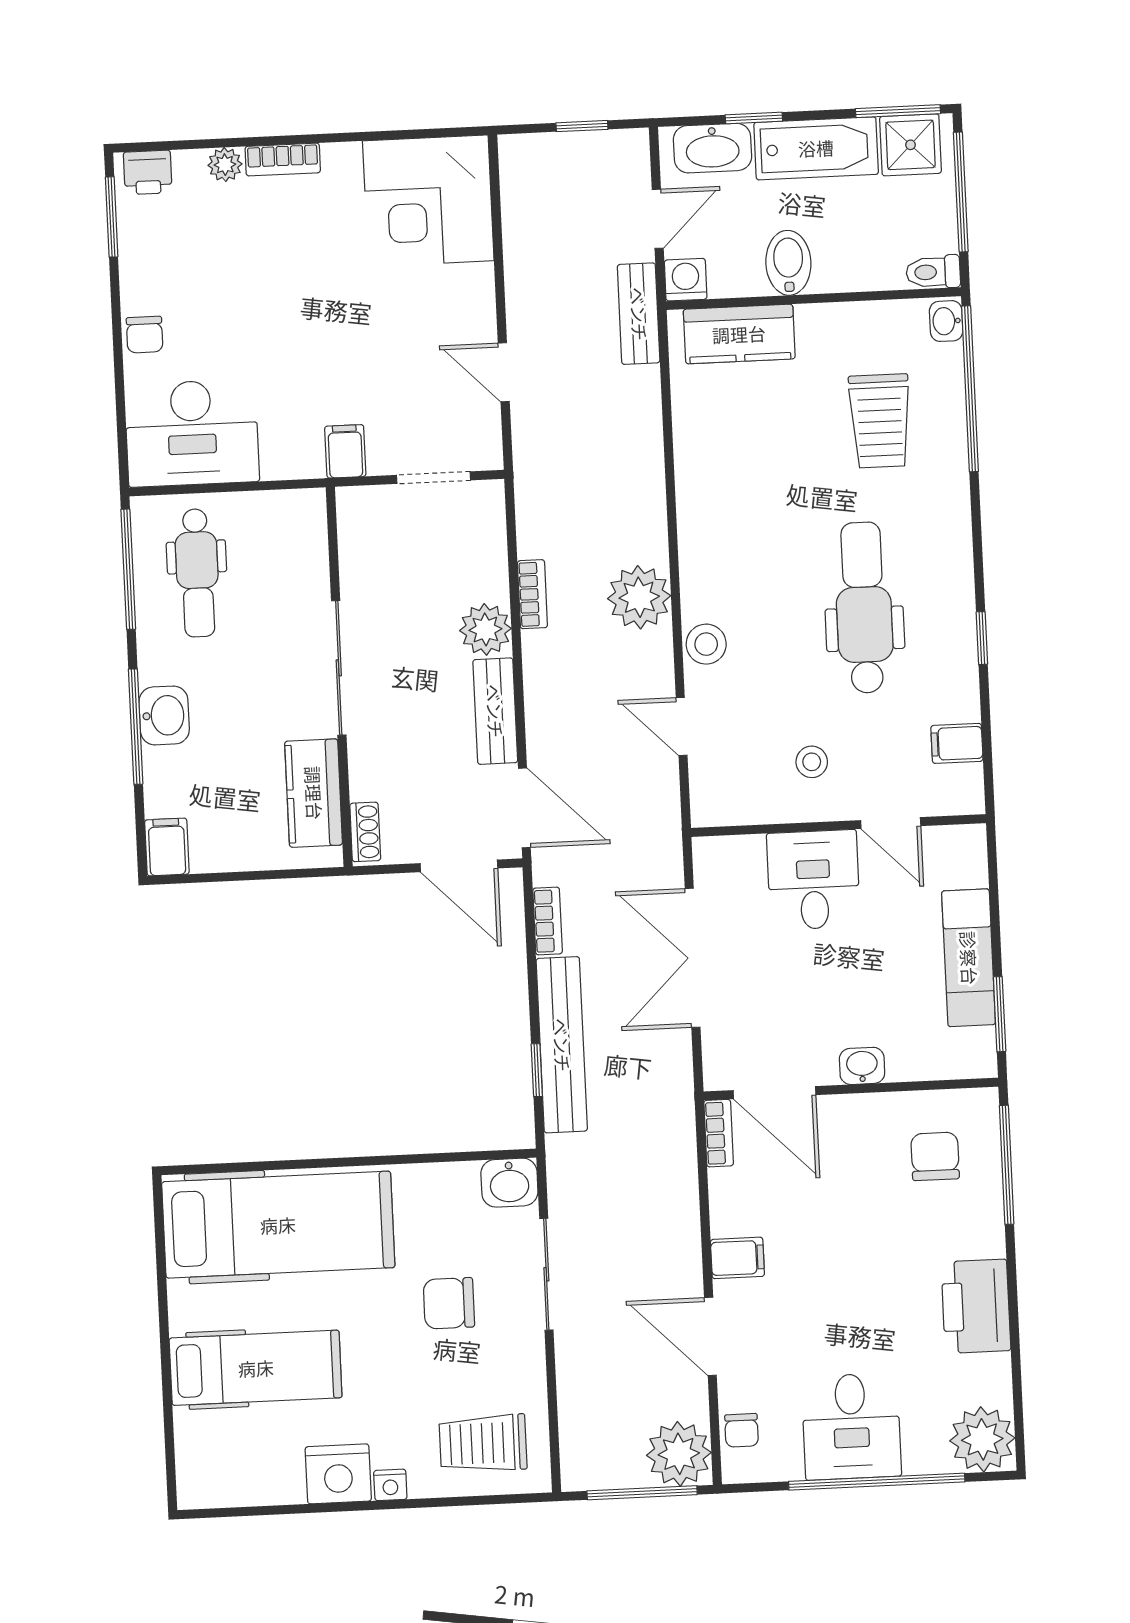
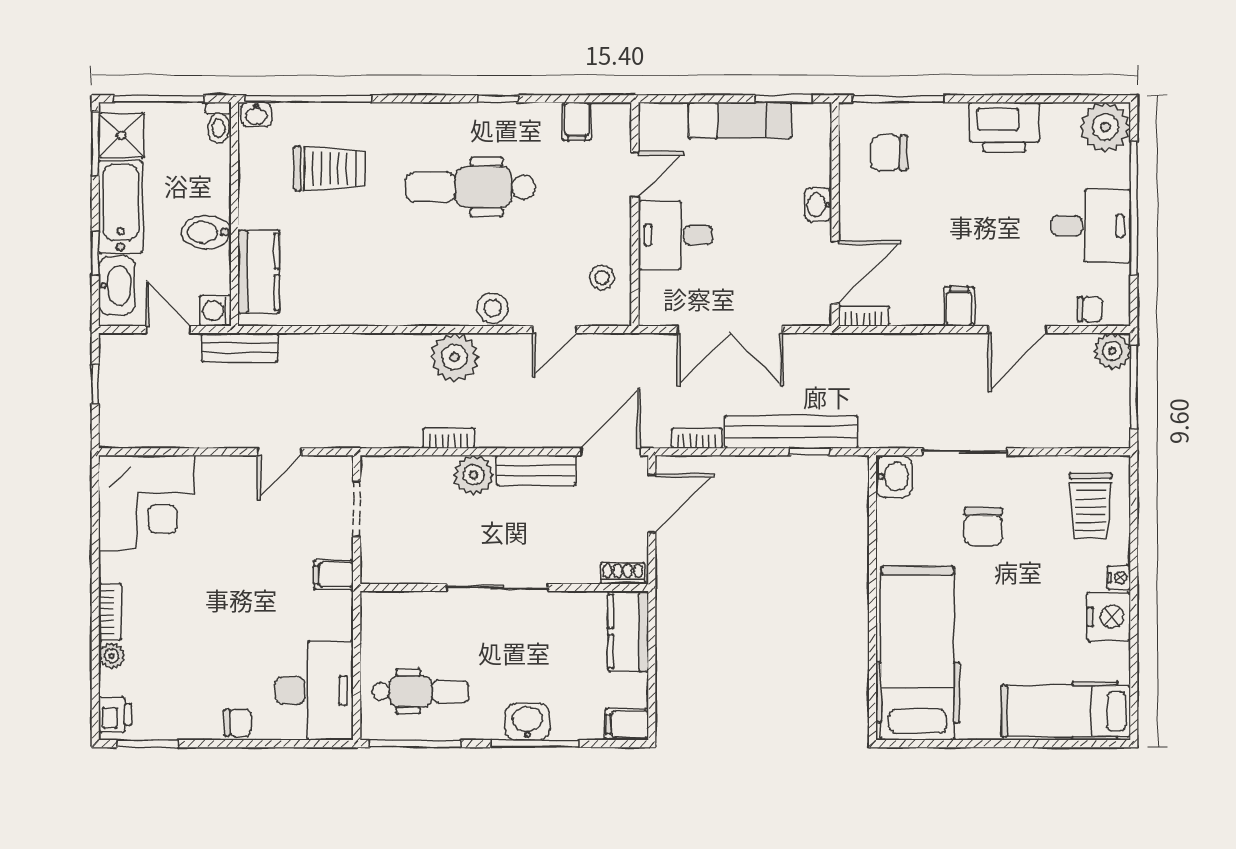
stool: (812, 762) -> (602, 277), moved
kitchen counter: (314, 793) -> (628, 631), moved, turned 90
hospital bed: (256, 1368) -> (1066, 711), moved, turned -90
plant: (679, 1454) -> (1112, 351), width x0.73, depth x0.73

